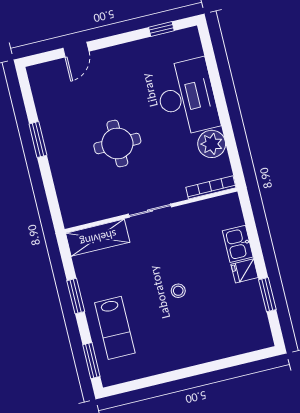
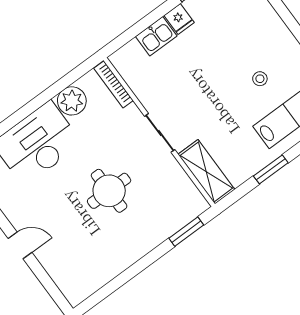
door: (76, 50) -> (20, 245), moved
window: (38, 140) -> (186, 232), moved
stool: (178, 291) -> (260, 79), moved

